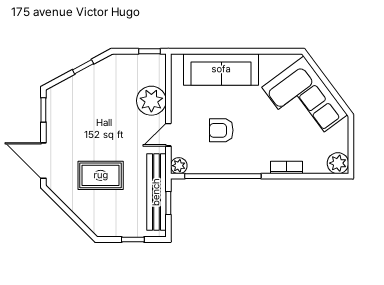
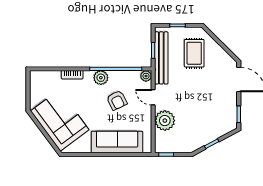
armchair: (221, 130) -> (117, 100), turned 64
door: (168, 135) -> (153, 97), swing flipped
plant: (338, 163) -> (101, 78), moved
rug: (101, 175) -> (194, 53), moved, turned 90

